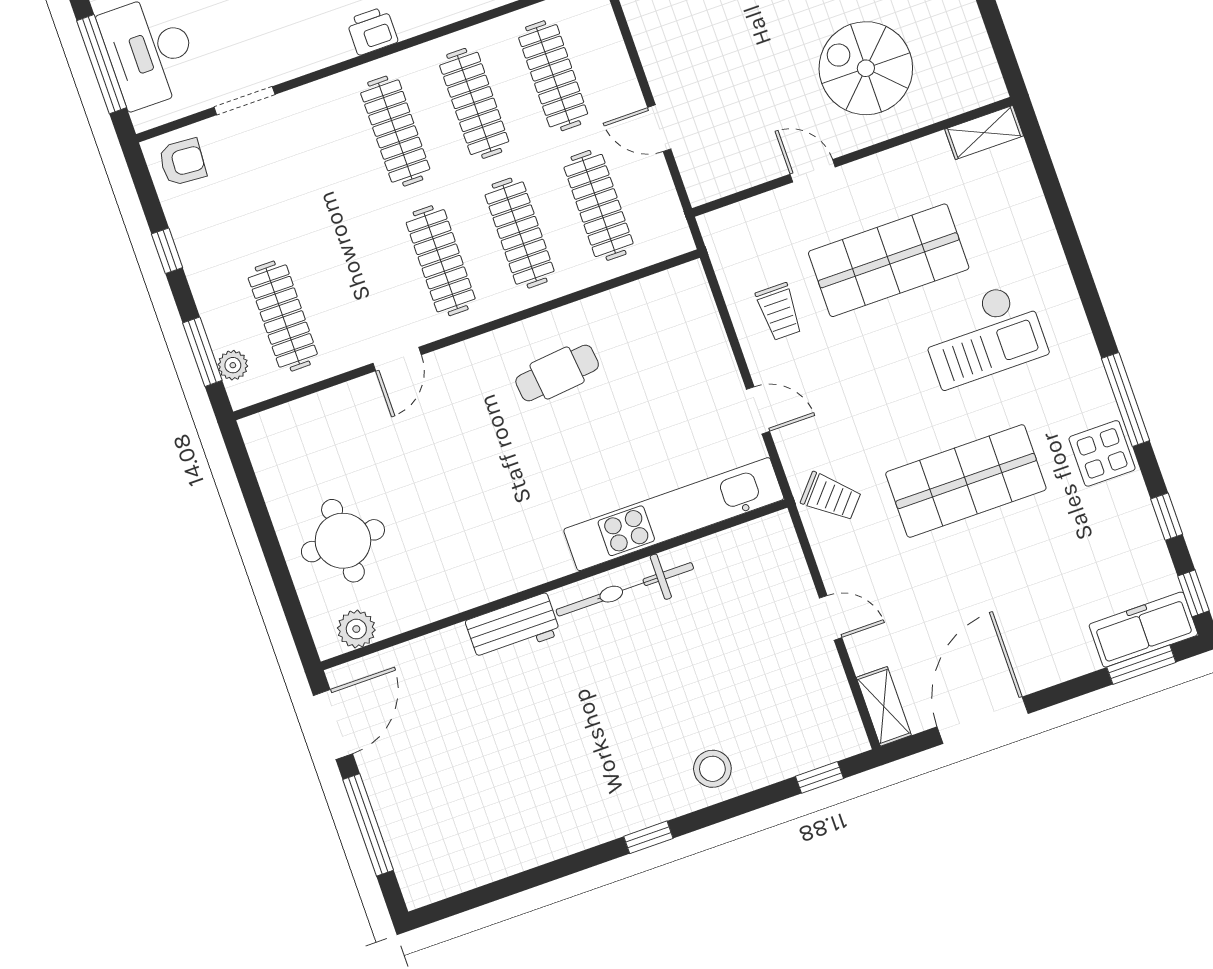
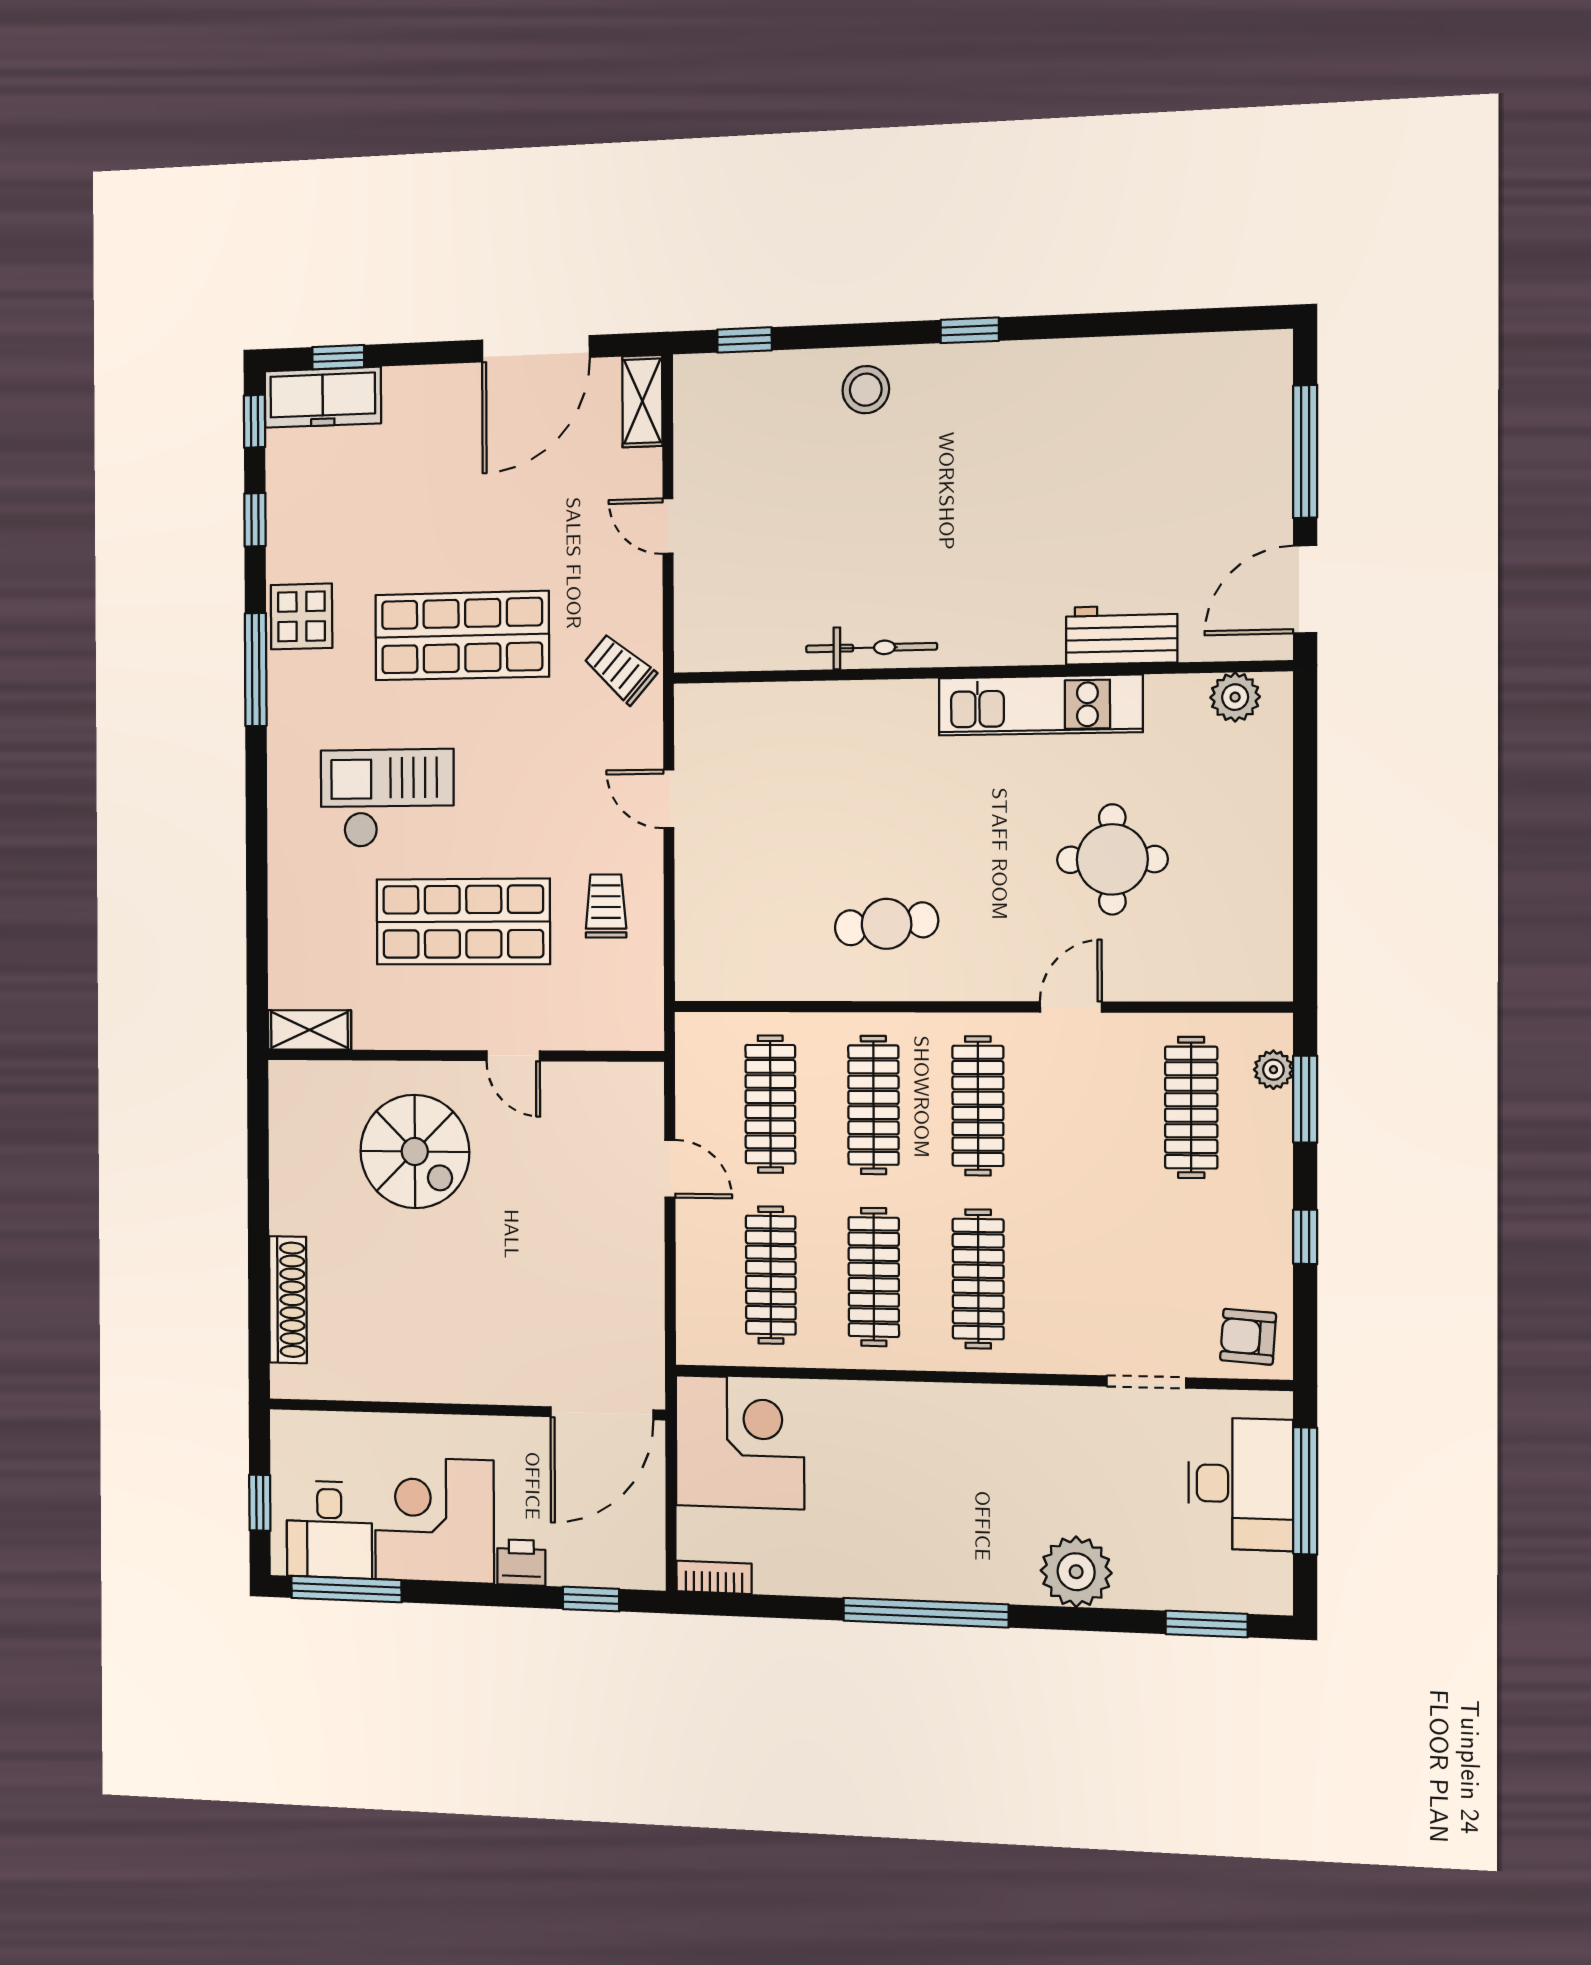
printer: (372, 31) -> (964, 1407), removed
kitchen unit: (674, 514) -> (1040, 705), moved, width x0.73
round table: (343, 541) -> (1112, 859), moved
bicycle: (625, 589) -> (871, 648), width x0.73, depth x0.71
workbench: (513, 628) -> (1122, 635), moved
window: (1141, 665) -> (338, 357), width x0.67

